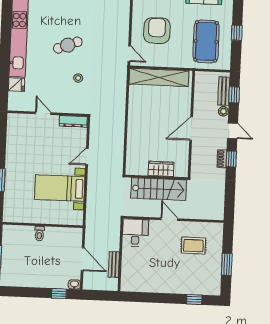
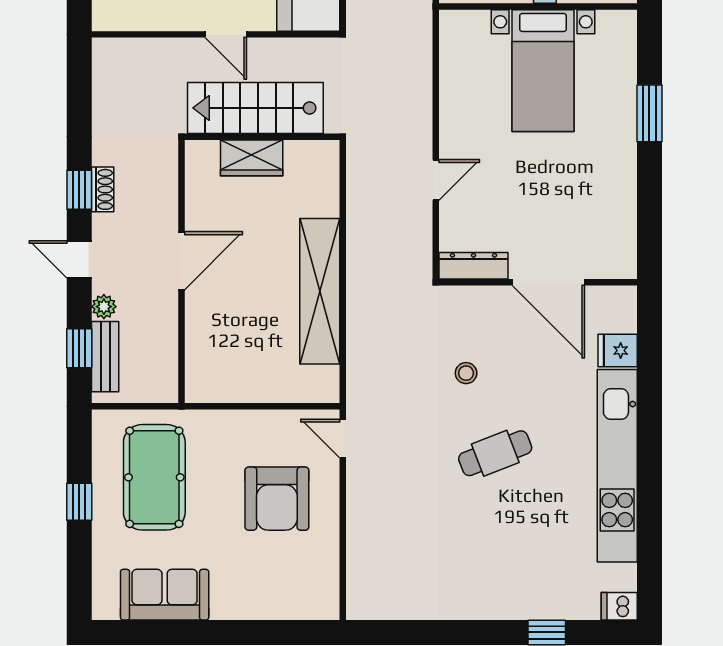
shelving: (159, 77) -> (320, 291), moved, turned 90
door: (43, 113) -> (548, 282), width x1.88
bed with nightstands: (60, 188) -> (543, 71), moved, turned 90

